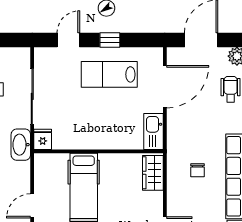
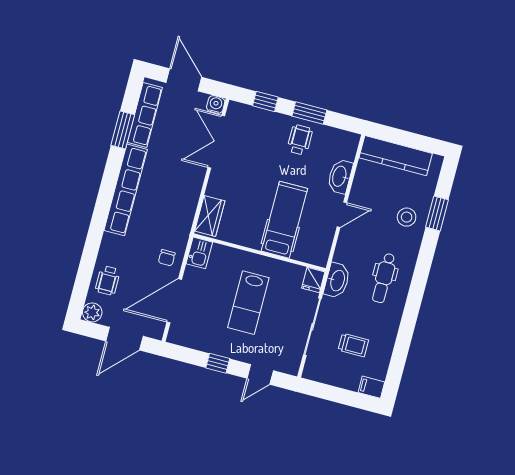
lab bench: (109, 74) -> (248, 303), moved, turned 90
kitchen sink: (153, 132) -> (199, 253), width x0.73
chair: (198, 170) -> (167, 258), moved, turned 180

